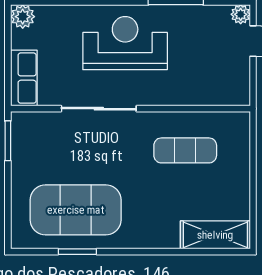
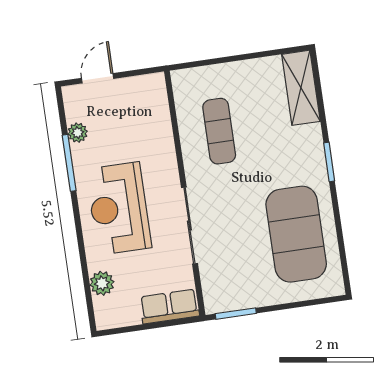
plant: (241, 14) -> (78, 133), moved
plant: (23, 17) -> (102, 283), moved
window: (77, 252) -> (329, 162), moved

